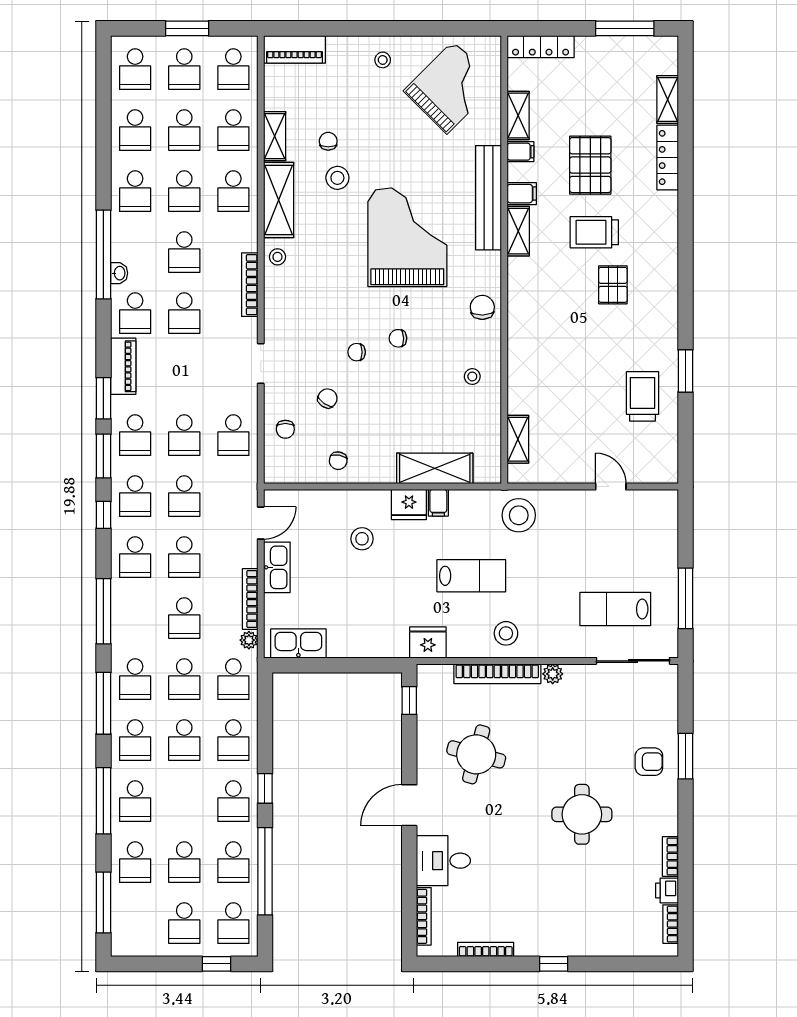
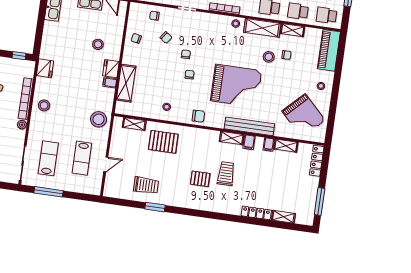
piano: (295, 49) -> (329, 50), width x1.37, depth x1.33
pallet: (590, 165) -> (163, 142), moved
lab bench: (471, 576) -> (82, 158), moved

